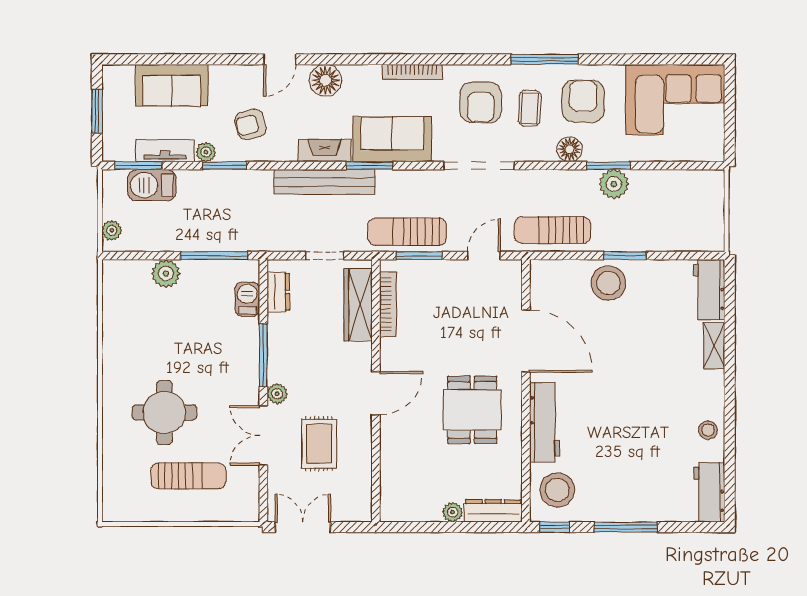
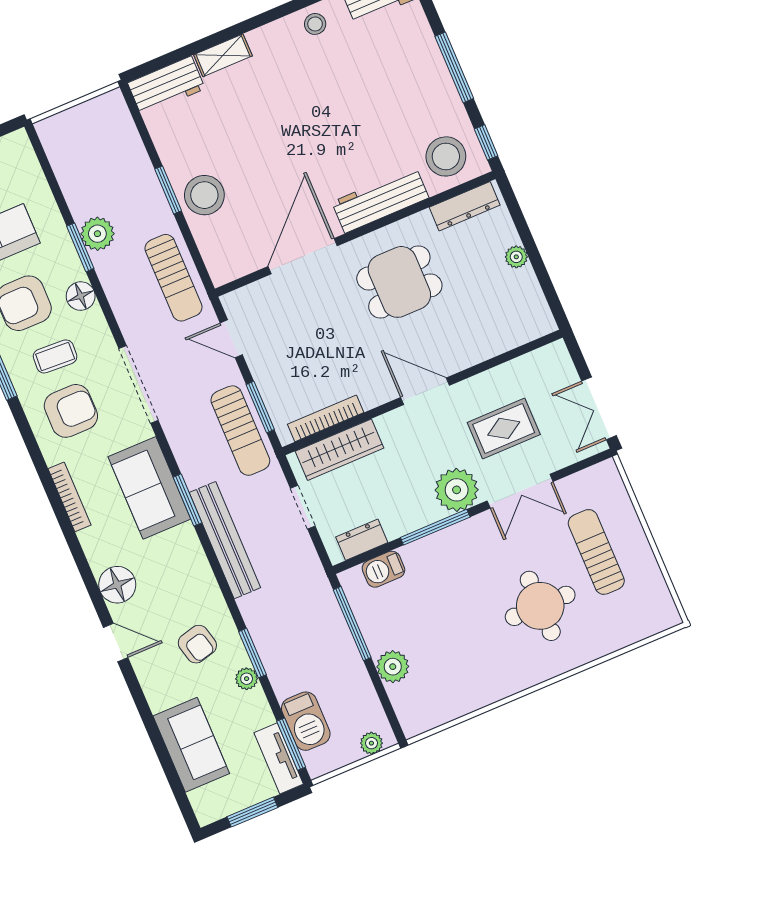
tv unit: (165, 151) -> (279, 758), moved
fireplace: (325, 151) -> (192, 554), removed
plant: (277, 394) -> (457, 490), width x1.88, depth x1.88
dresser: (493, 511) -> (465, 206), moved, turned -90

